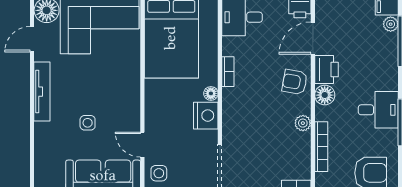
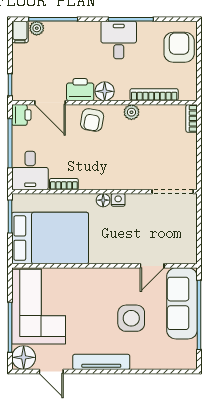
bookcase: (228, 72) -> (64, 184), moved
nightstand: (206, 116) -> (118, 200), width x0.53, depth x0.56
side table: (88, 123) -> (131, 318), width x1.87, depth x1.87
side table: (159, 173) -> (179, 250), removed

